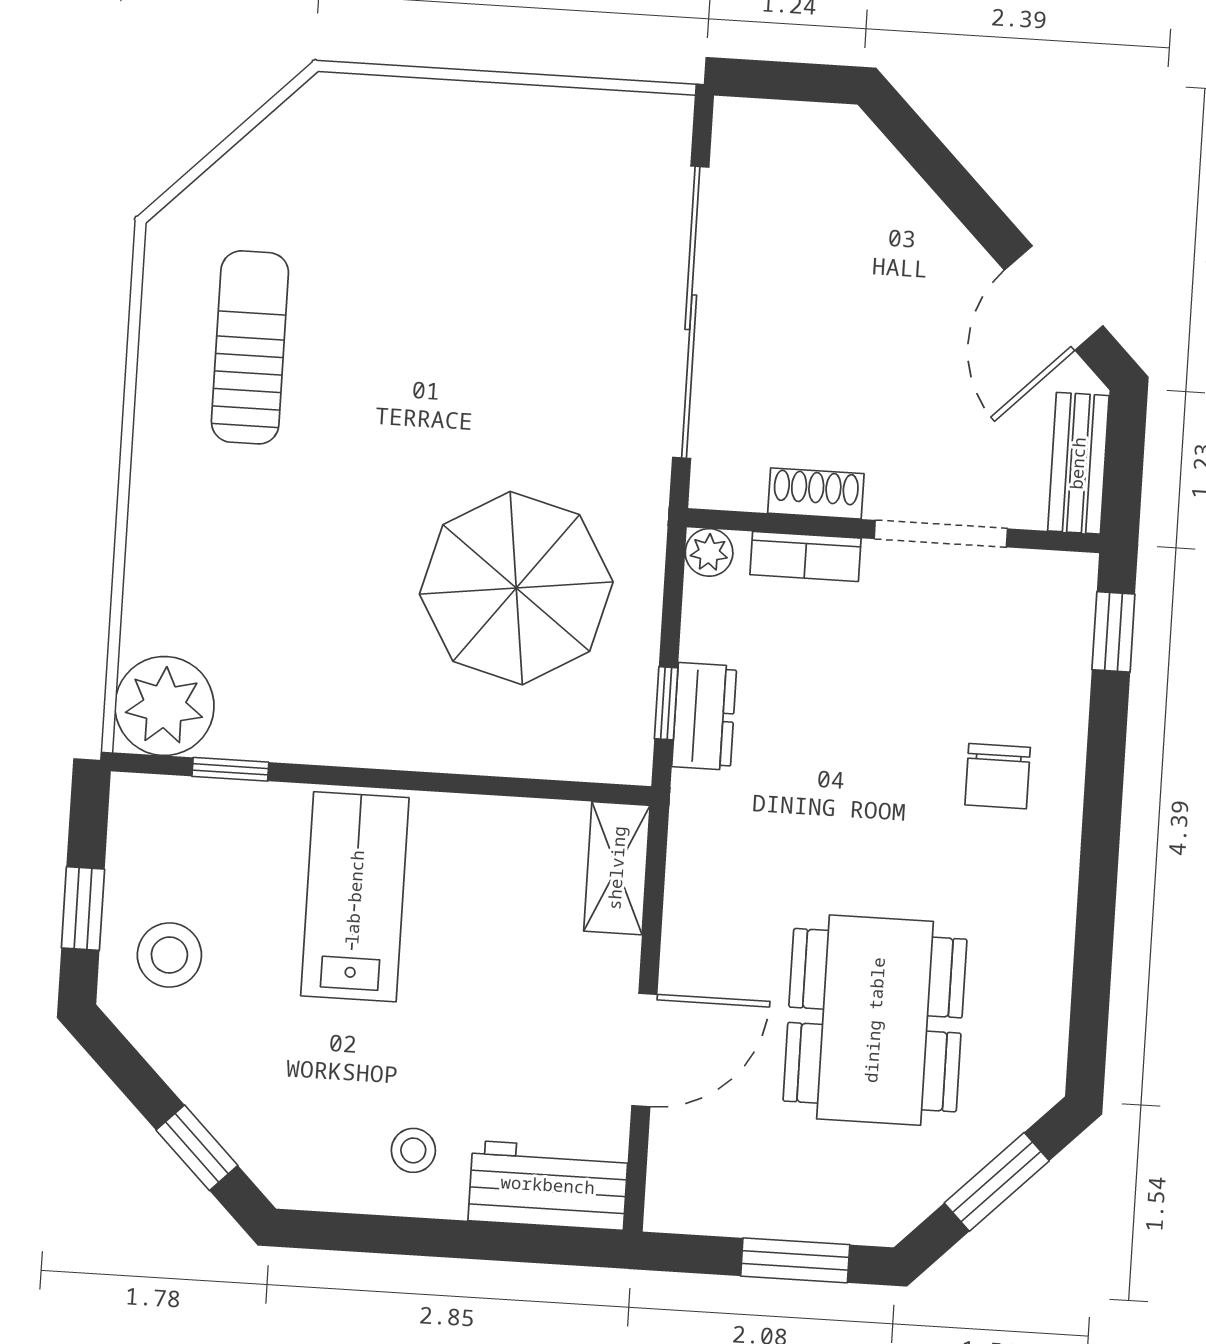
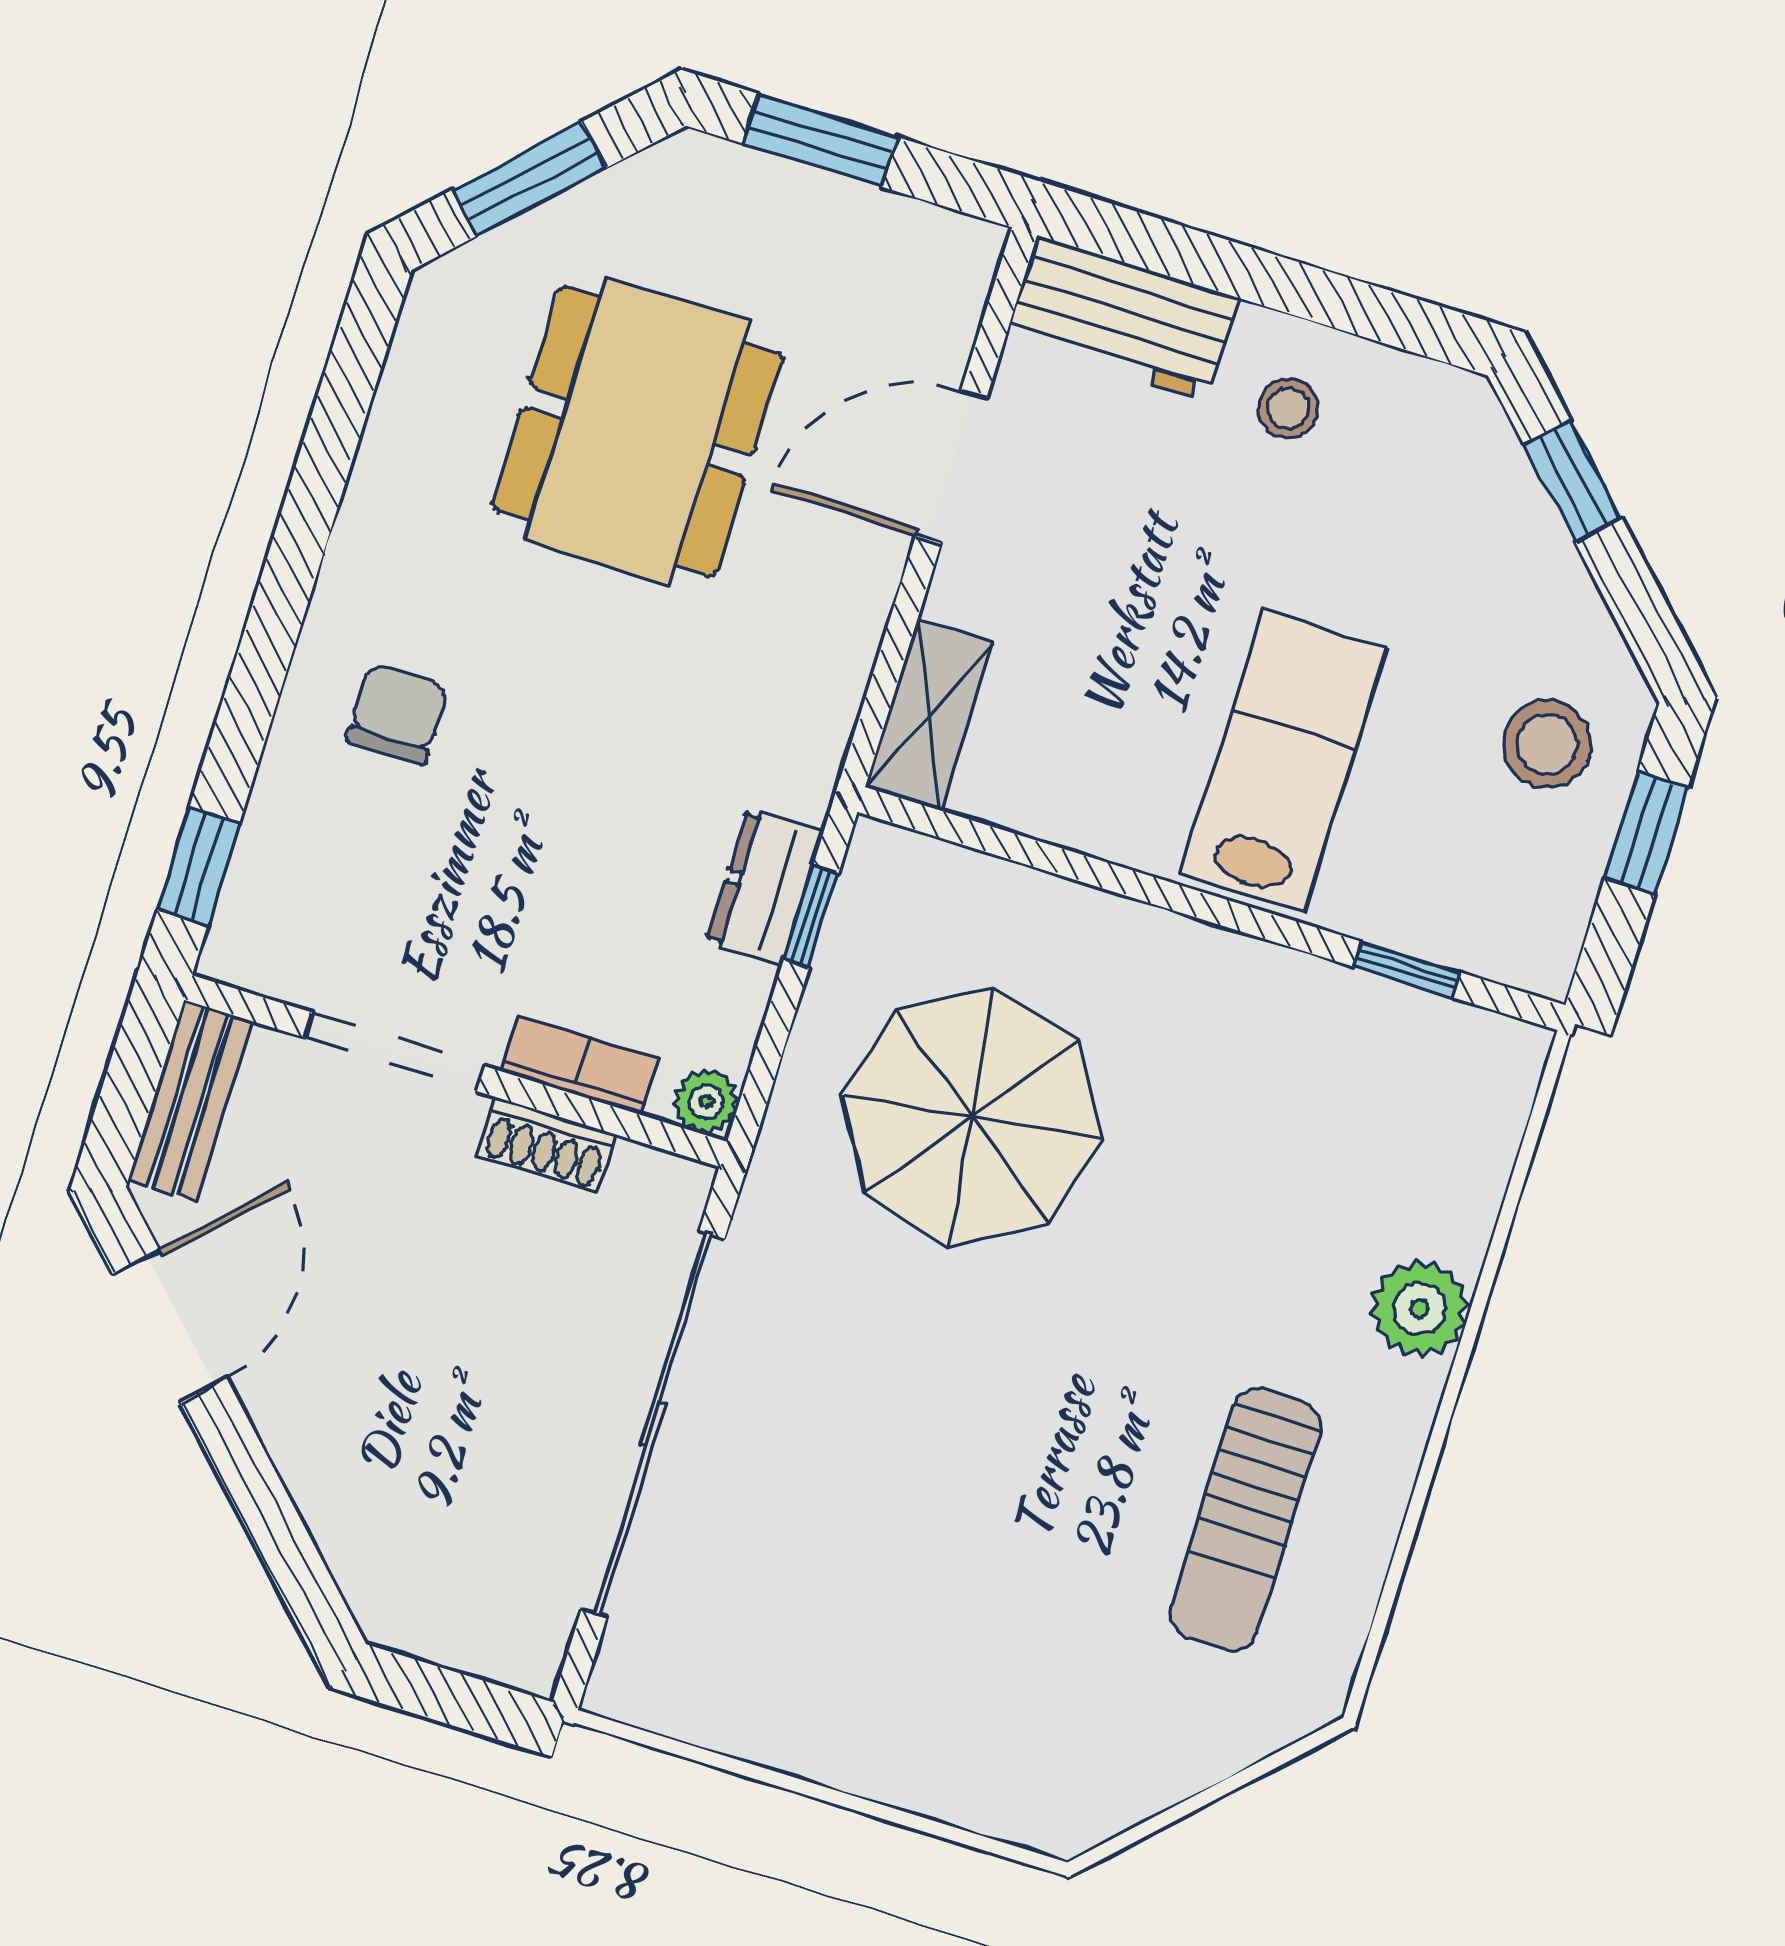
plant: (164, 706) -> (1419, 1309), moved, width x0.73, depth x0.73
lab bench: (355, 897) -> (1284, 761), turned 180

